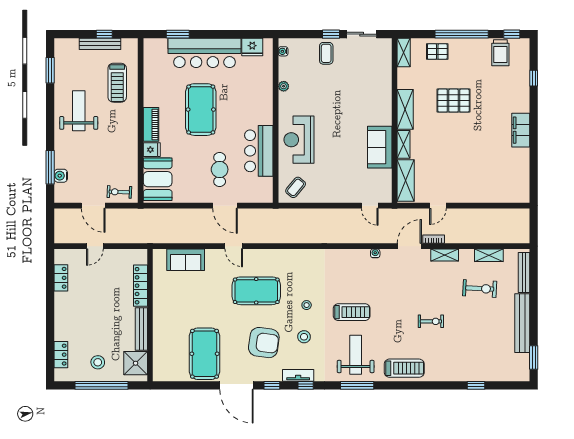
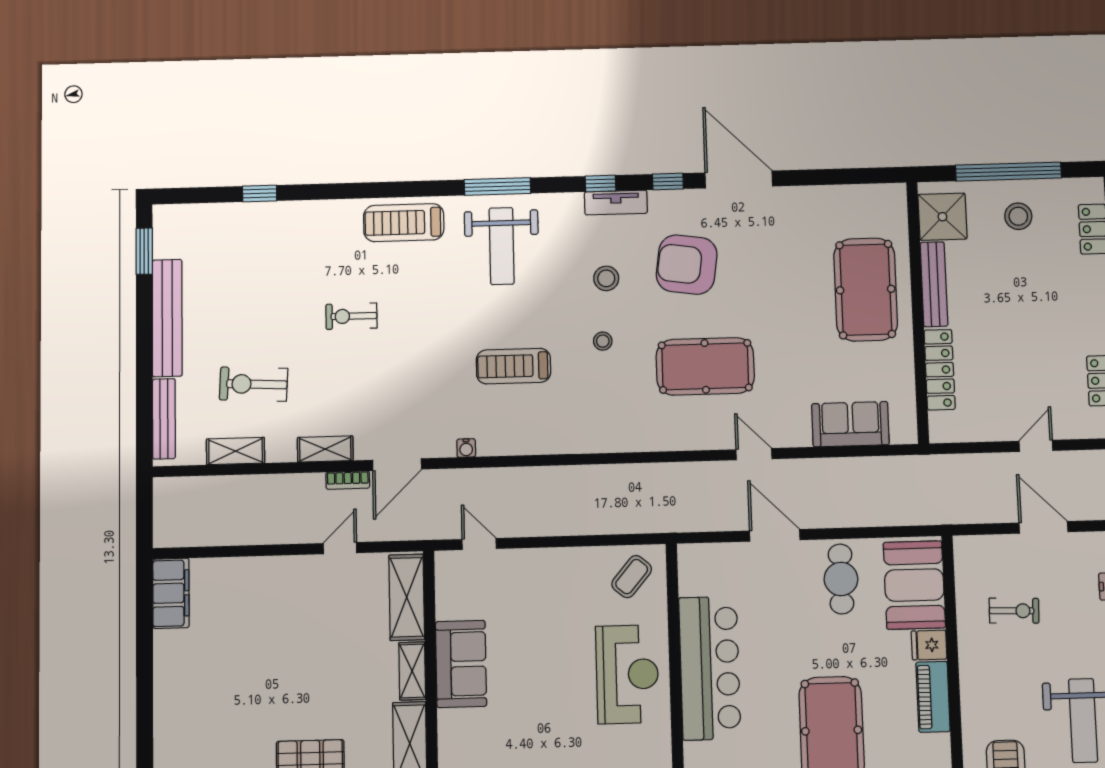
filing cabinet: (521, 130) -> (171, 593), moved
bar counter: (259, 151) -> (710, 668), width x1.36
cafe table: (220, 169) -> (841, 579), moved
exercise bike: (119, 192) -> (1014, 611), moved
treadmill: (352, 312) -> (513, 366), moved
pool table: (204, 354) -> (866, 290), moved

